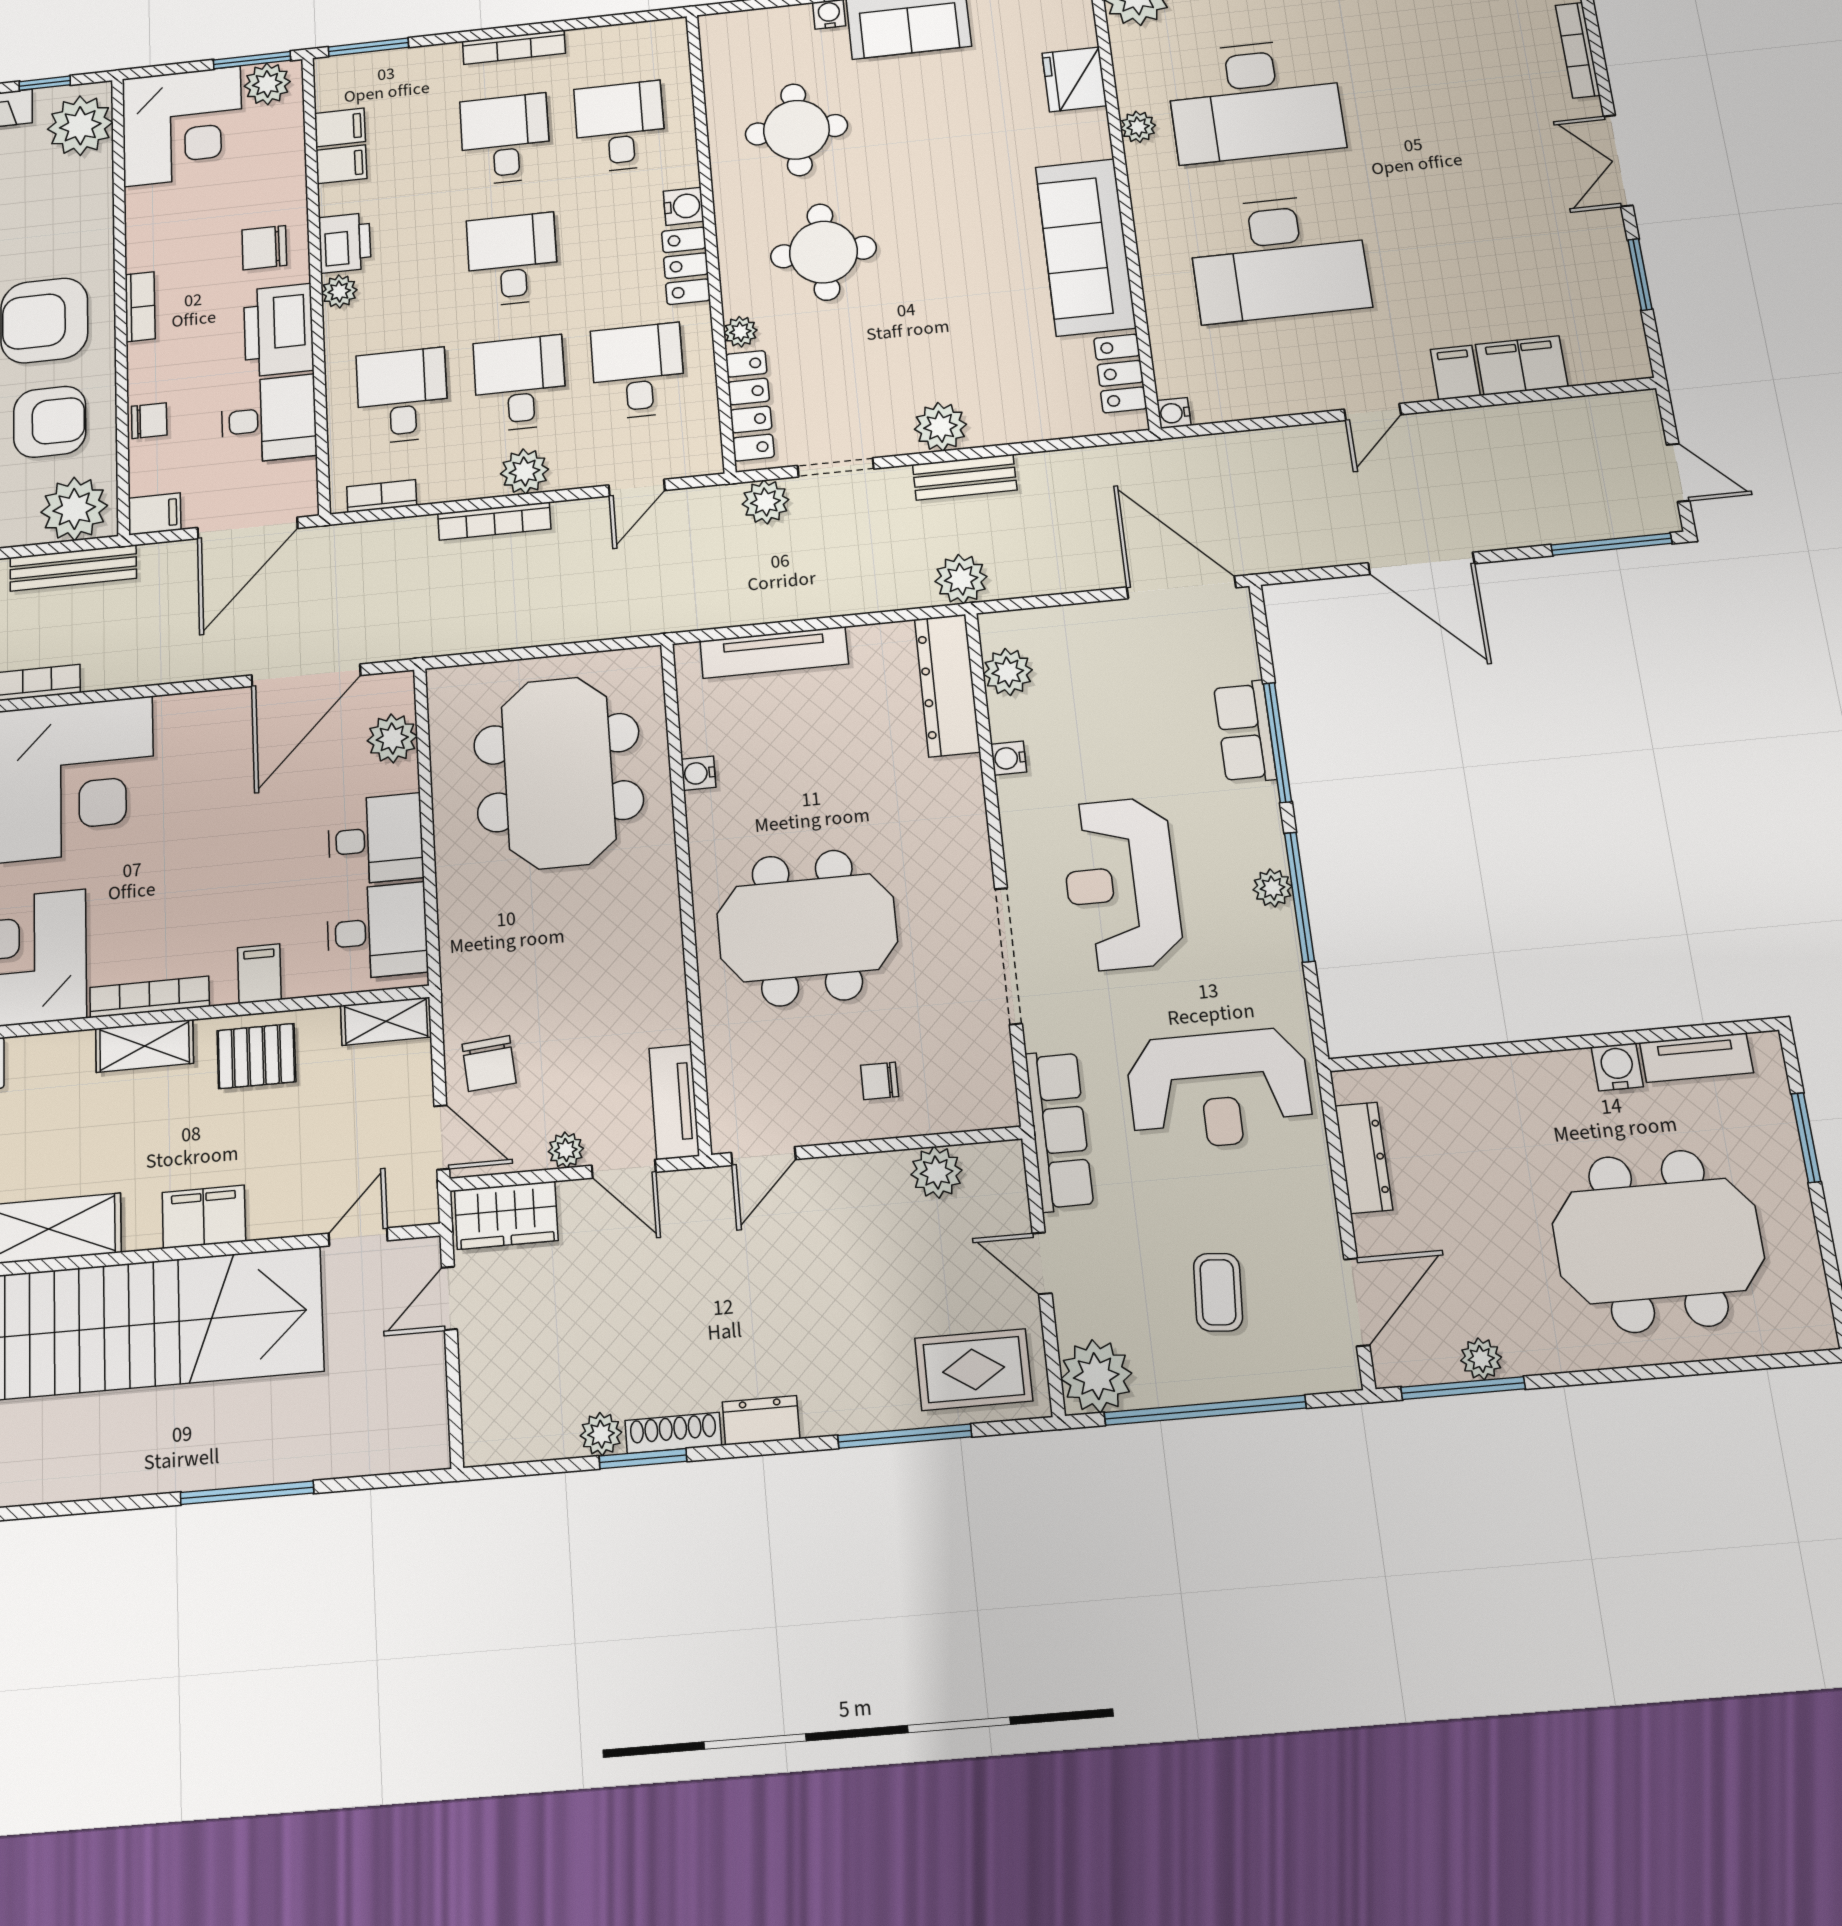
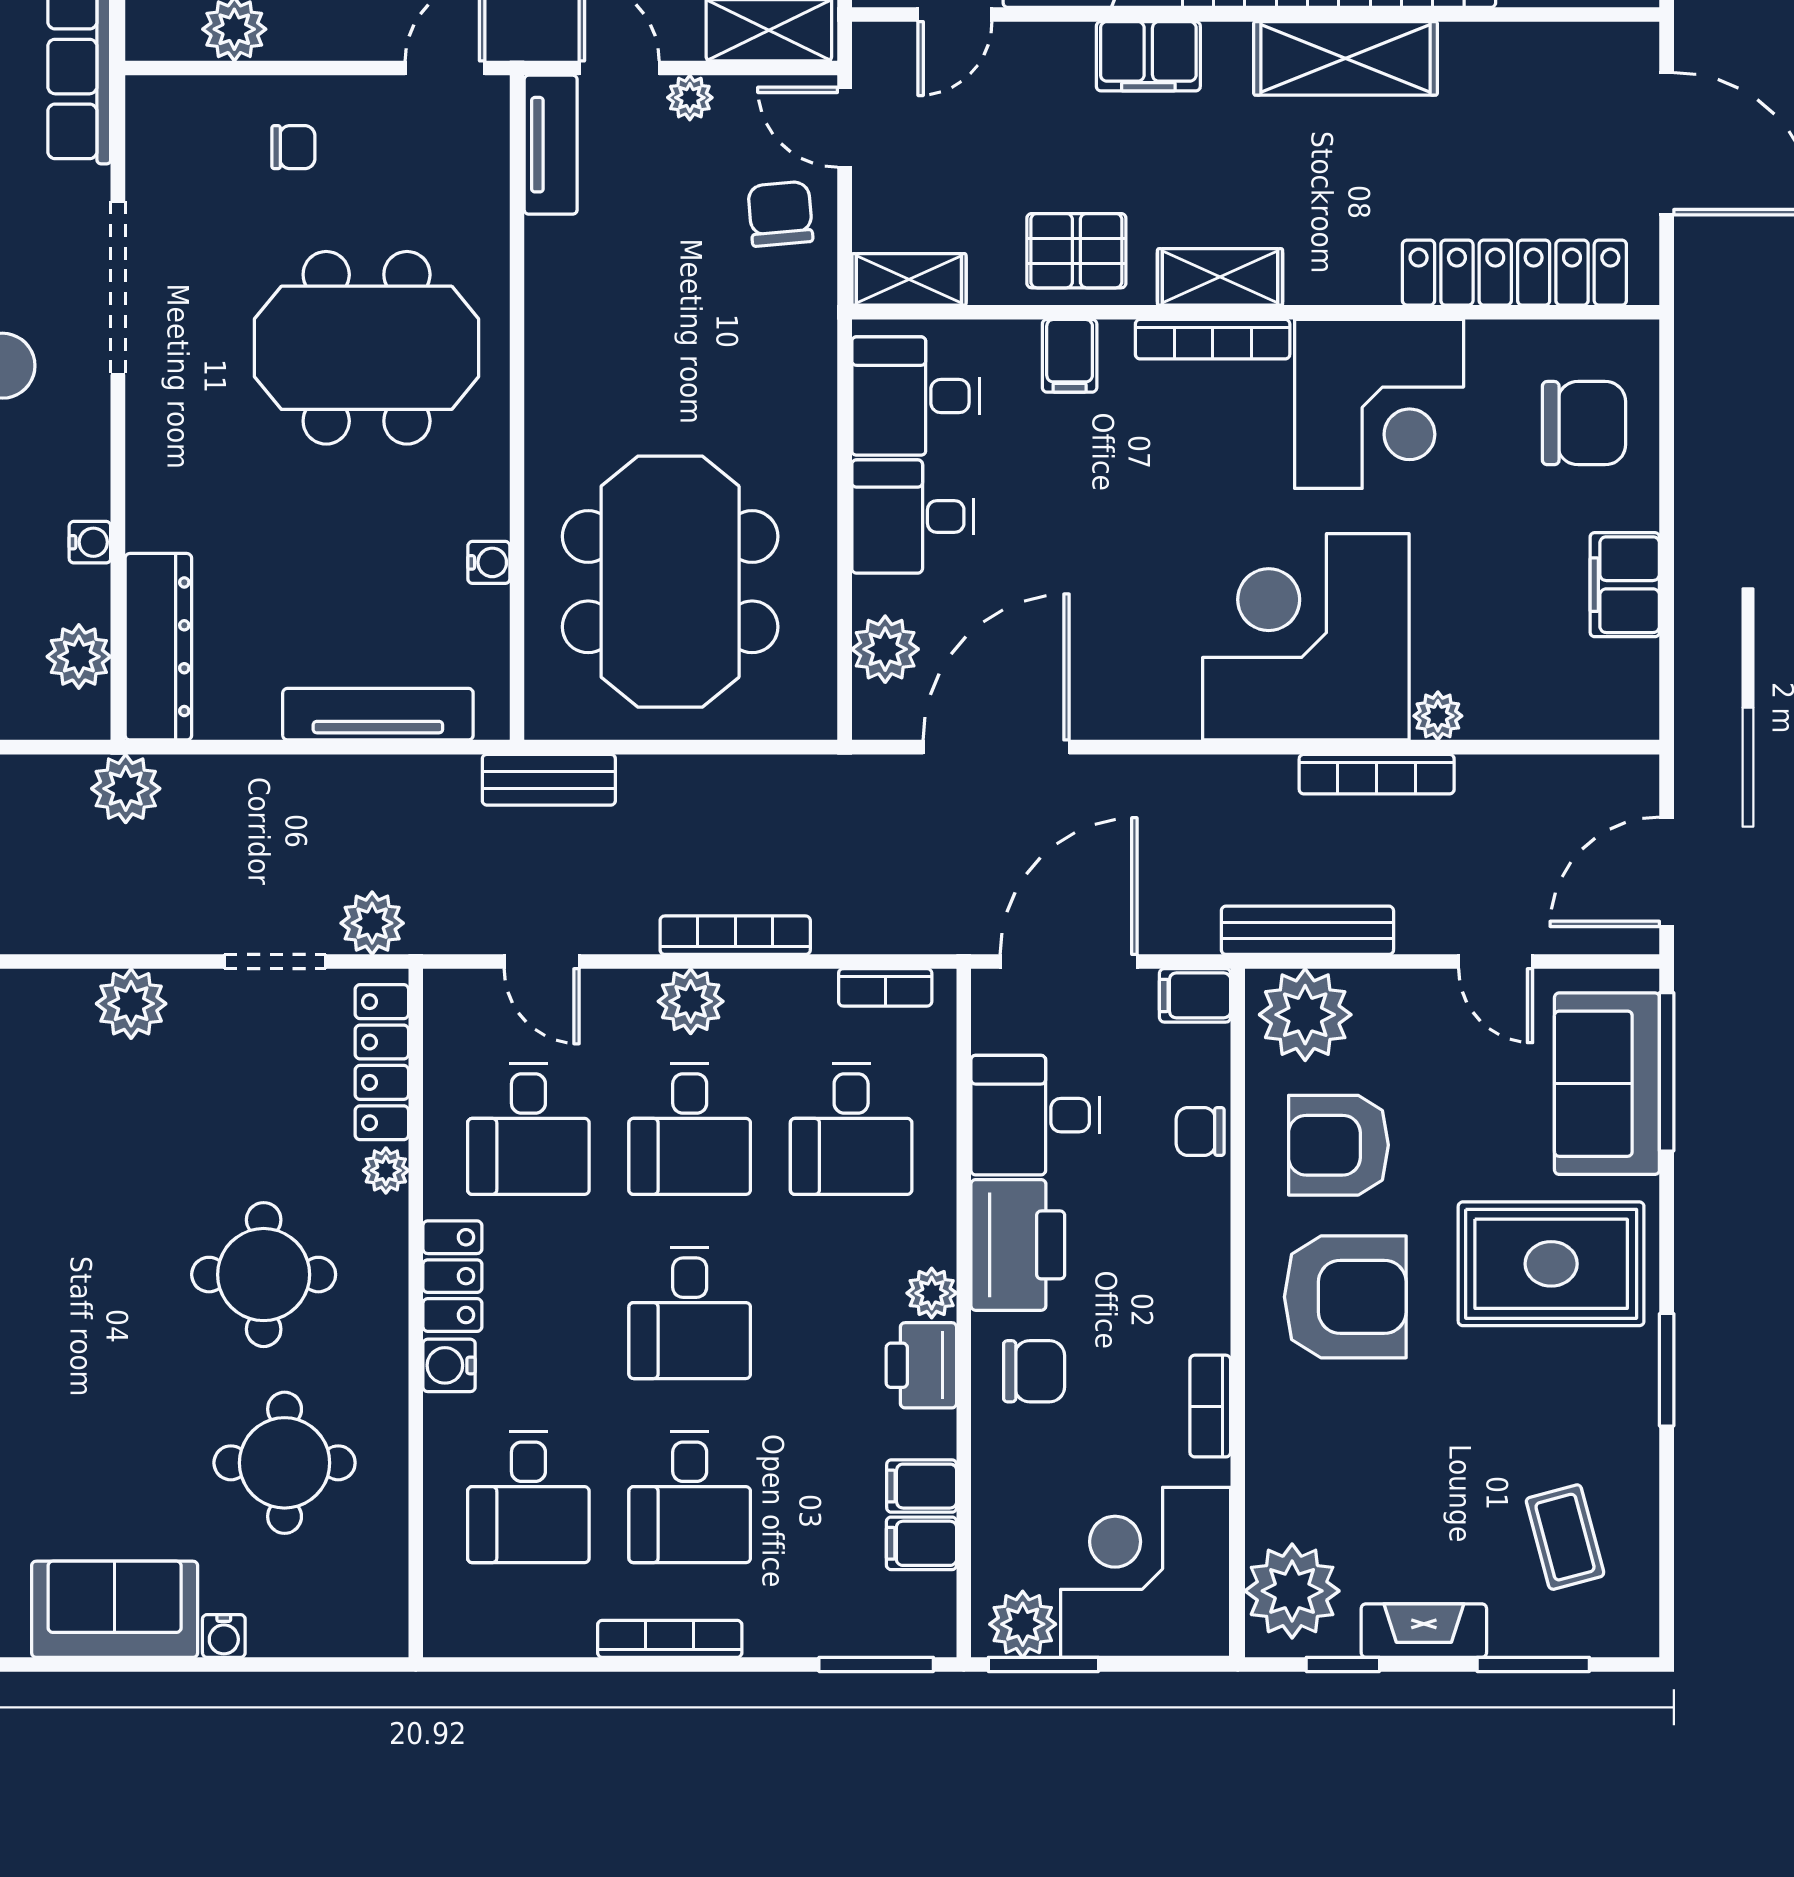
bookcase: (140, 307) -> (1210, 1406), moved
bench: (965, 477) -> (549, 780), moved
door: (637, 488) -> (542, 962), swing flipped

